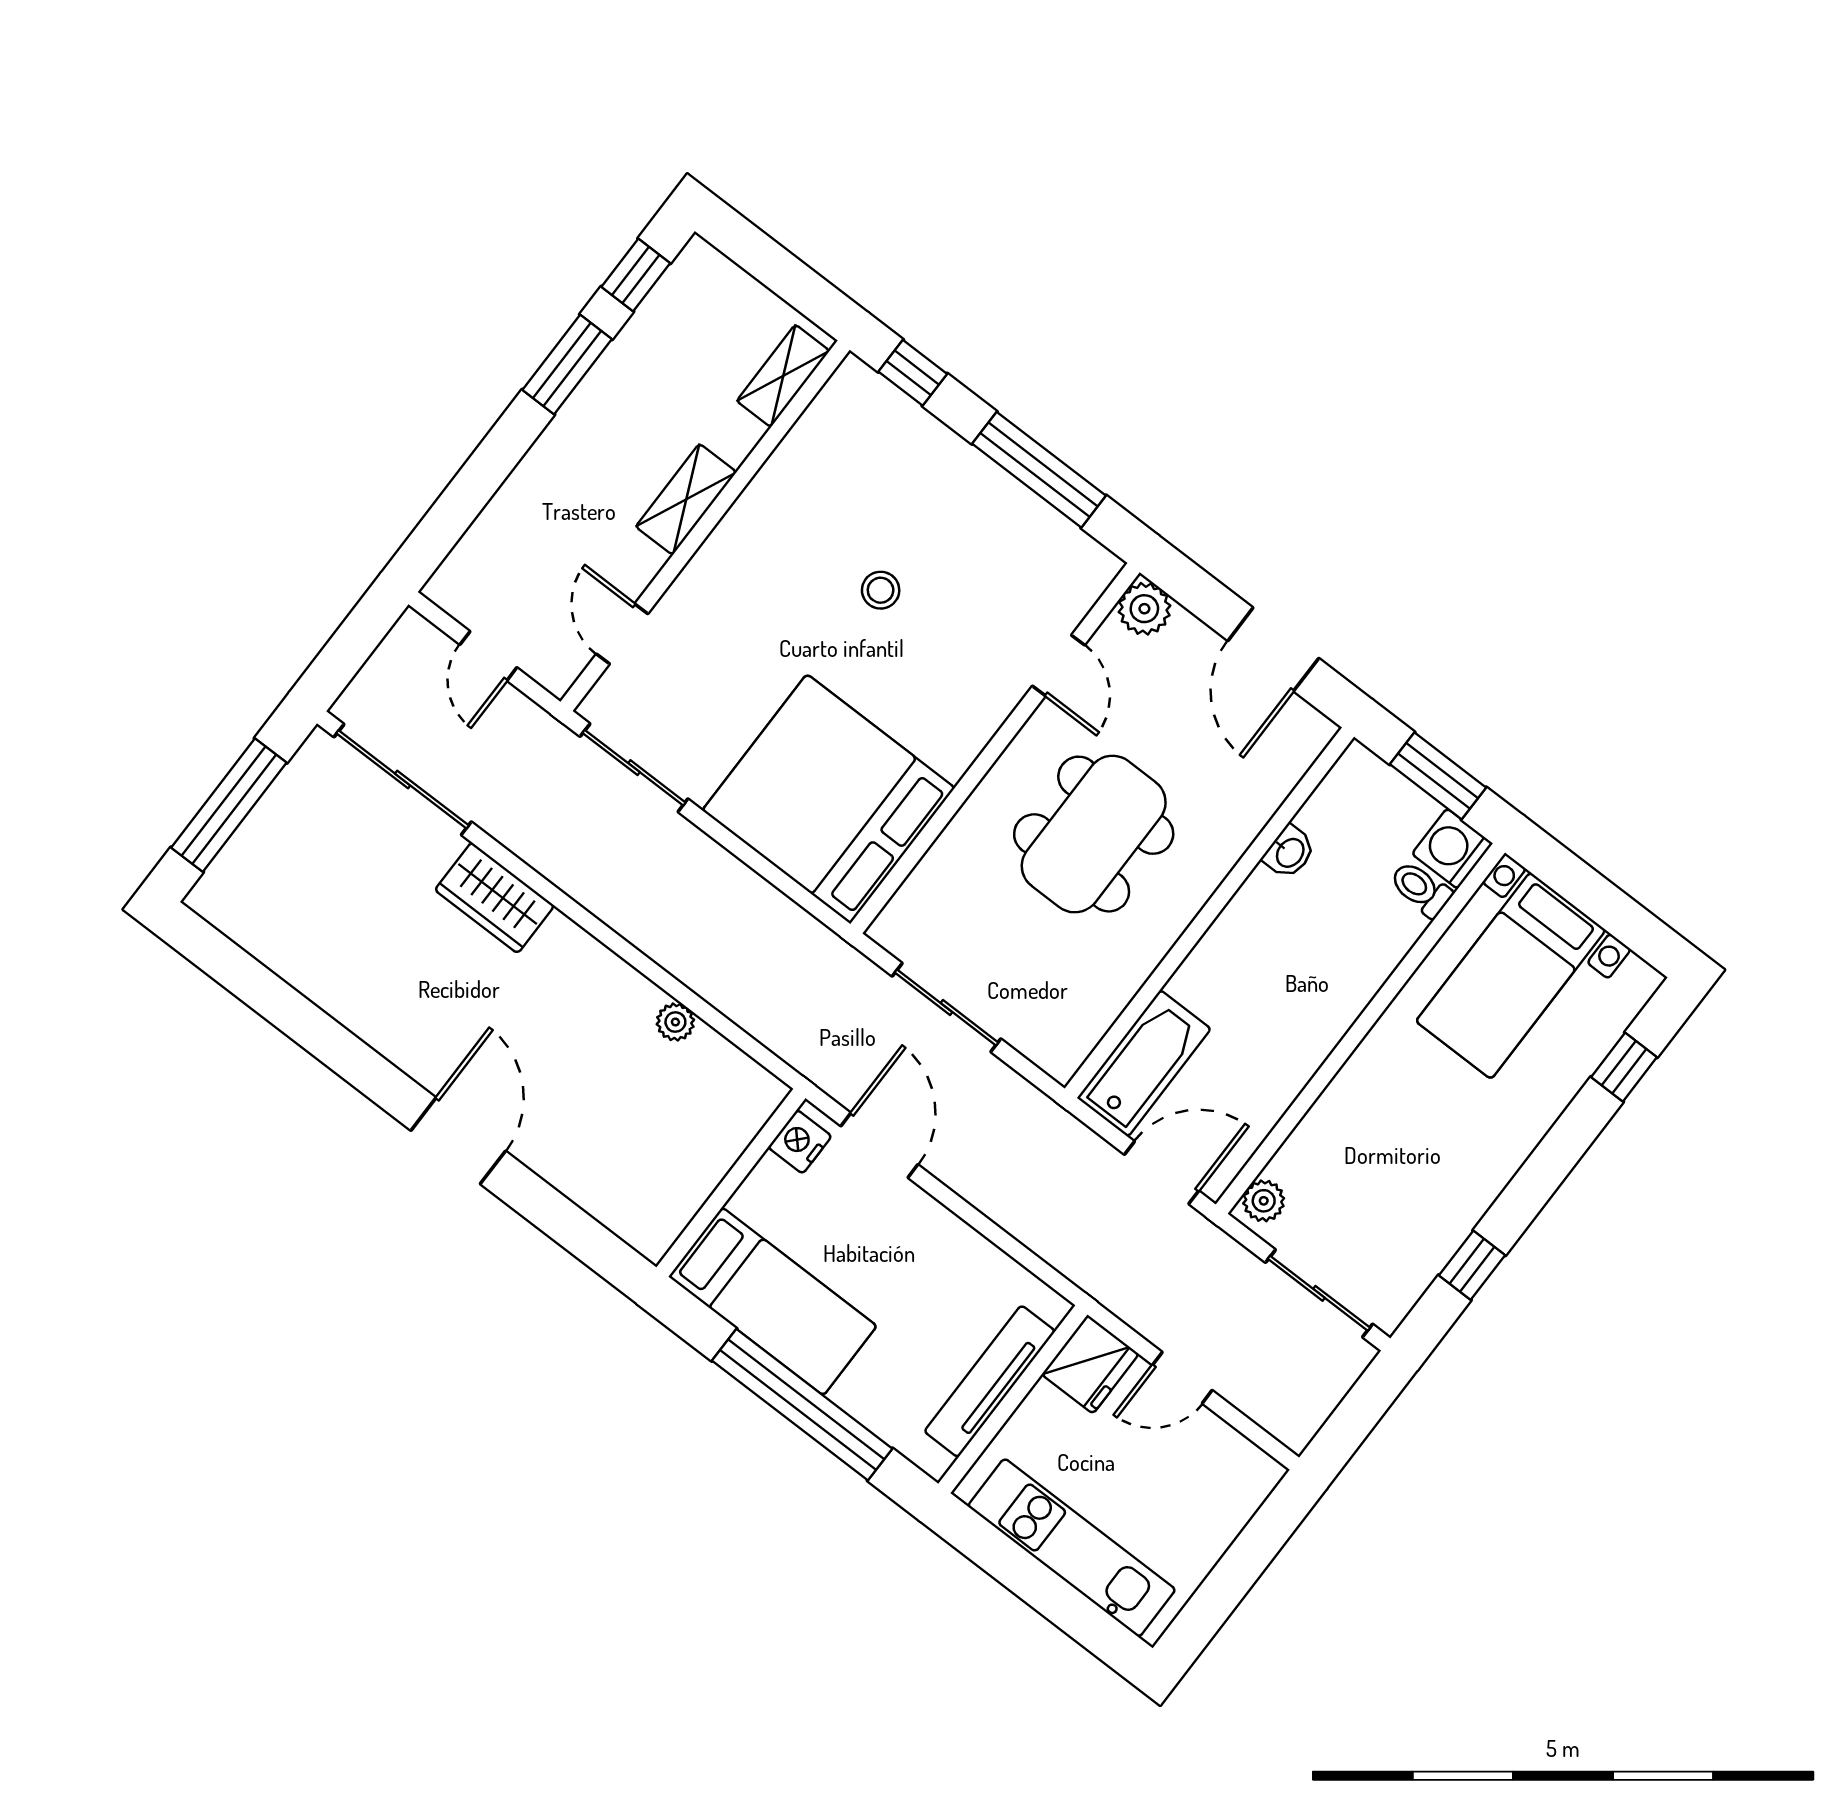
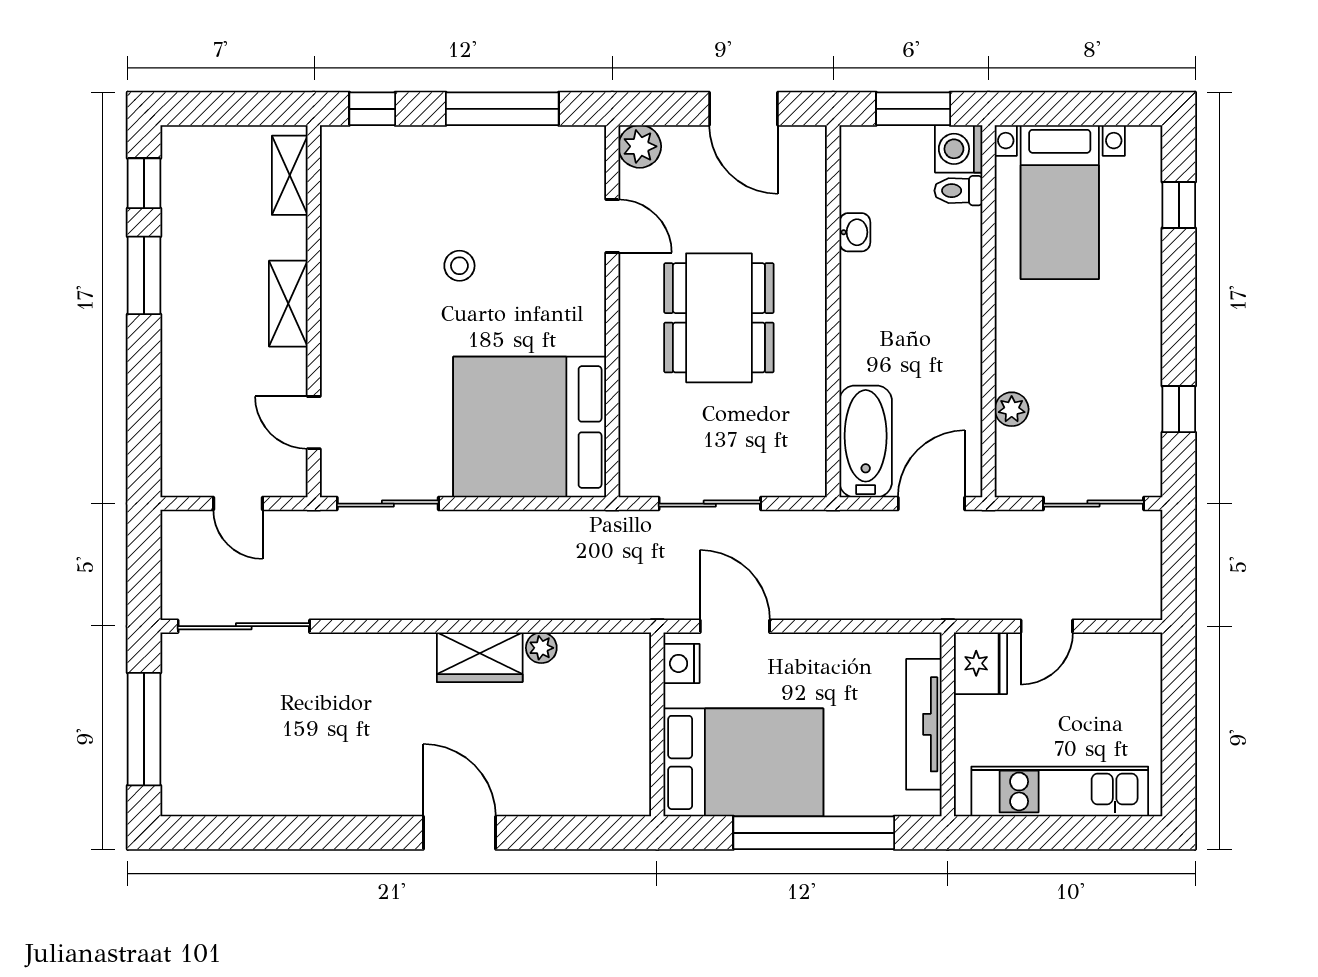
wardrobe: (495, 898) -> (480, 657), moved
plant: (1264, 1201) -> (1012, 409), moved
bed: (773, 1301) -> (743, 762), width x1.50

